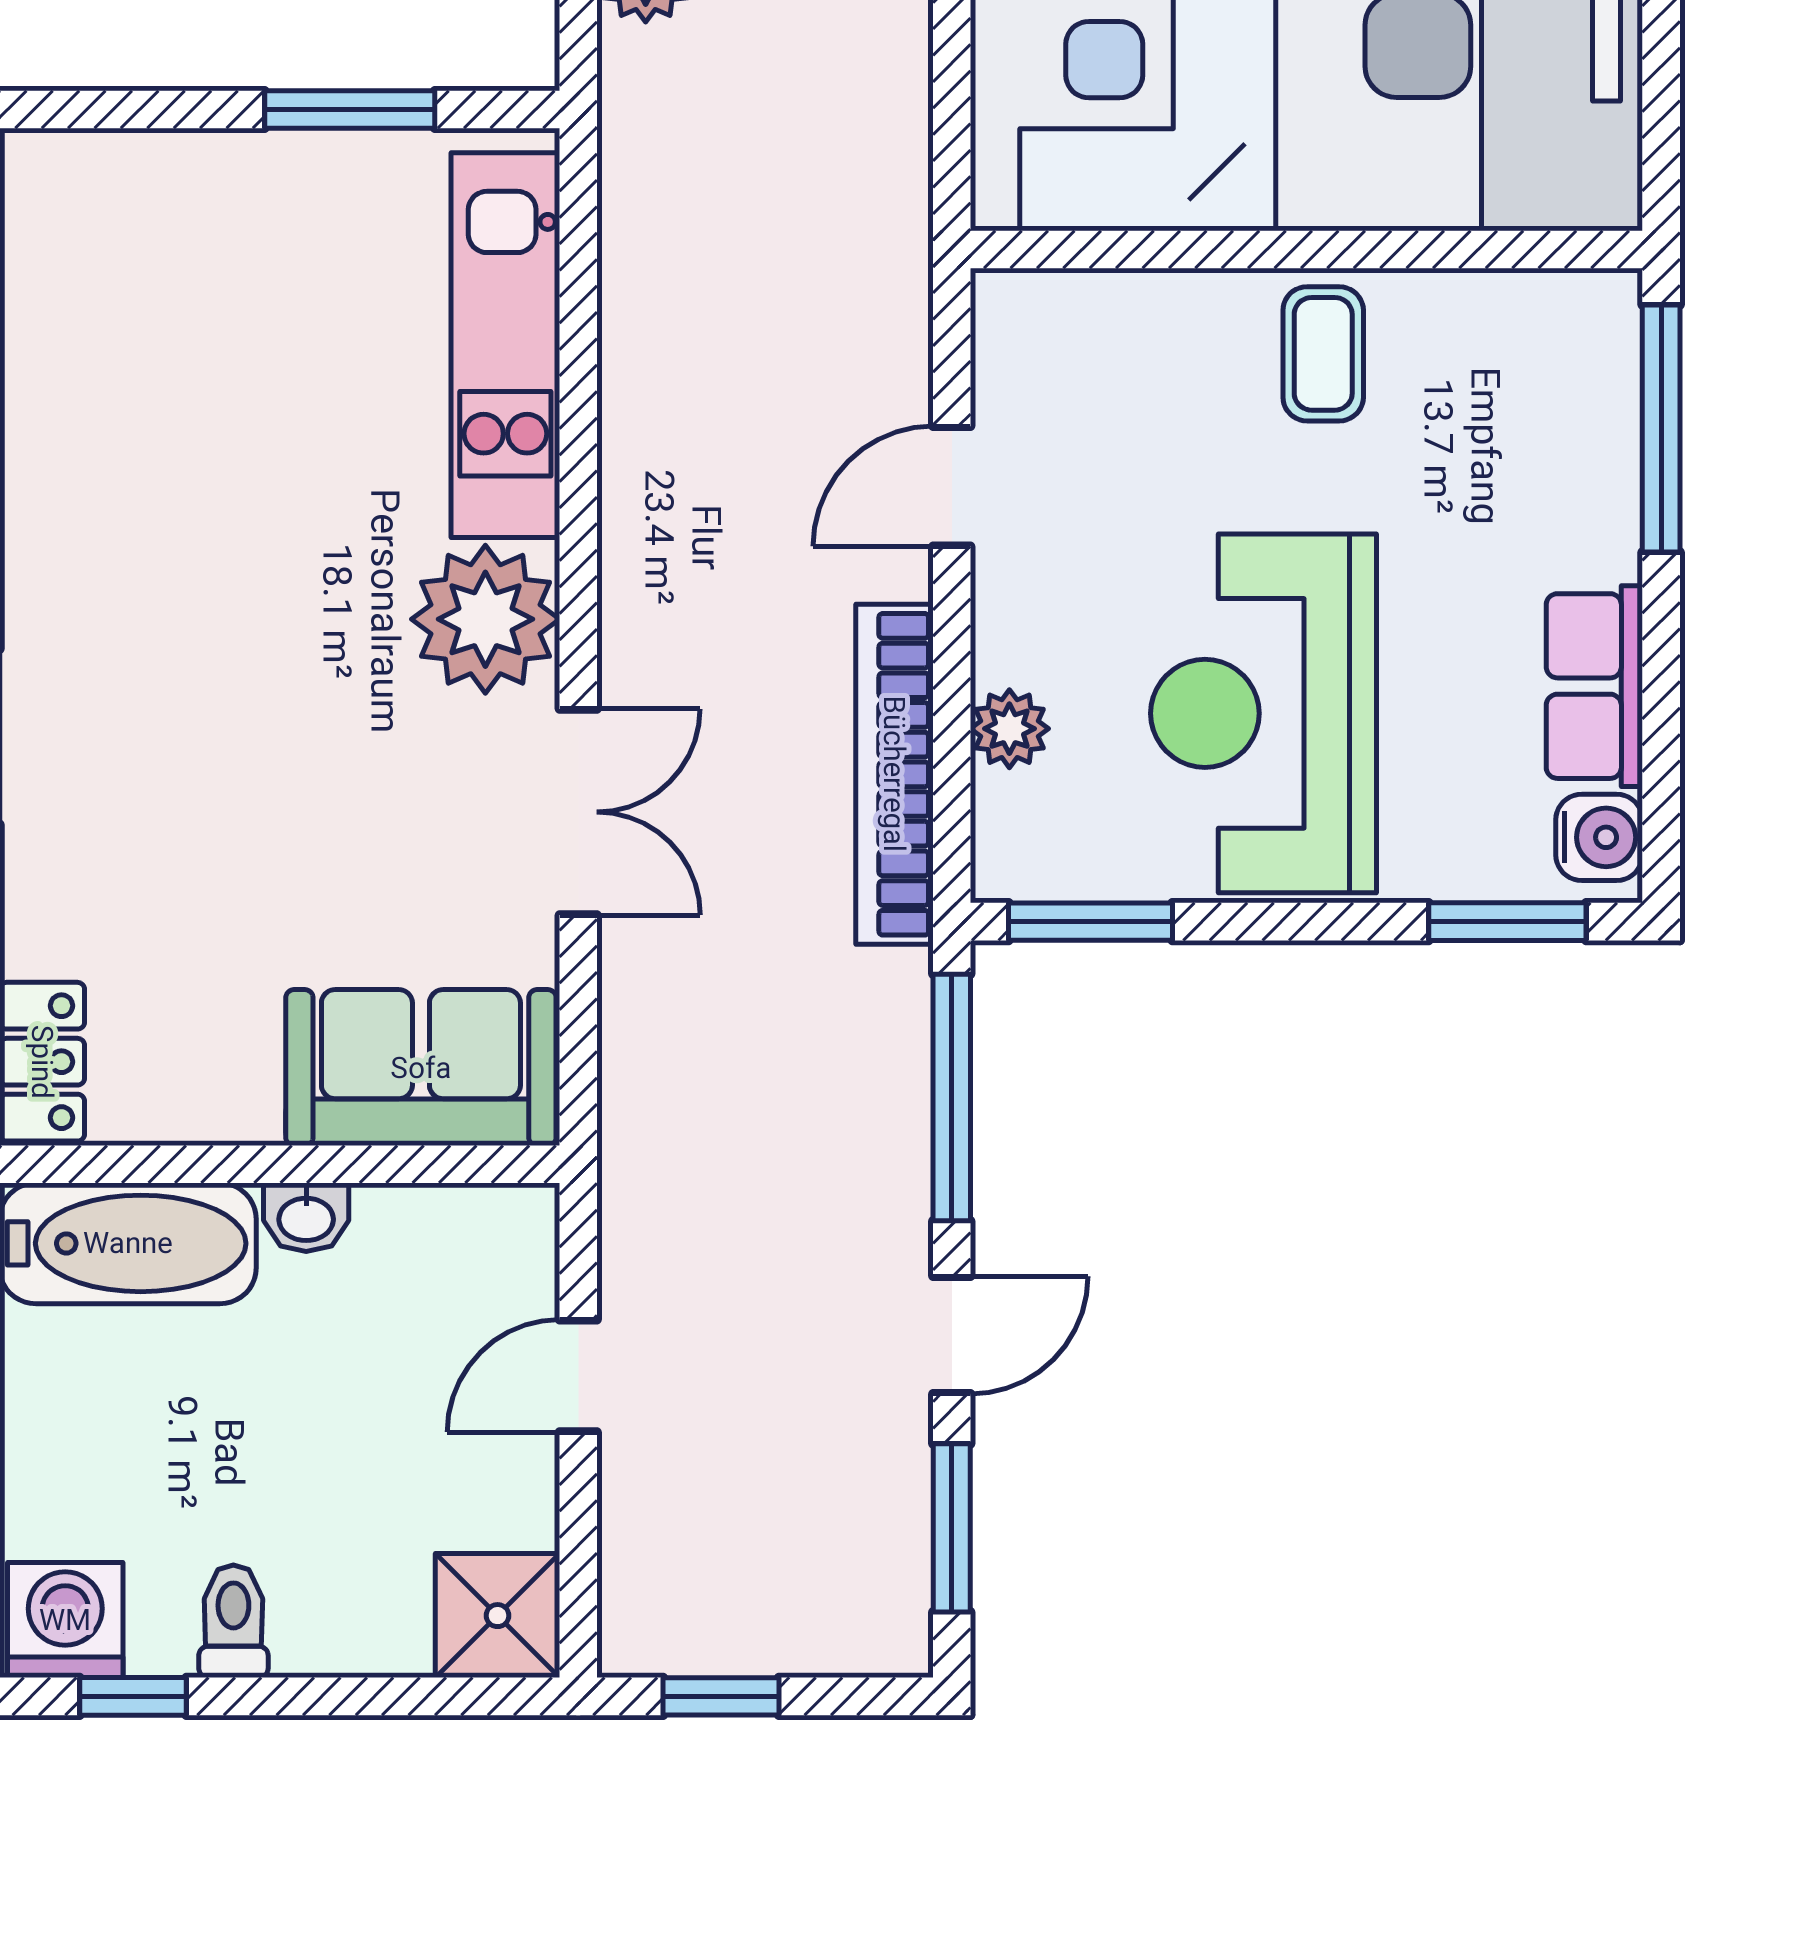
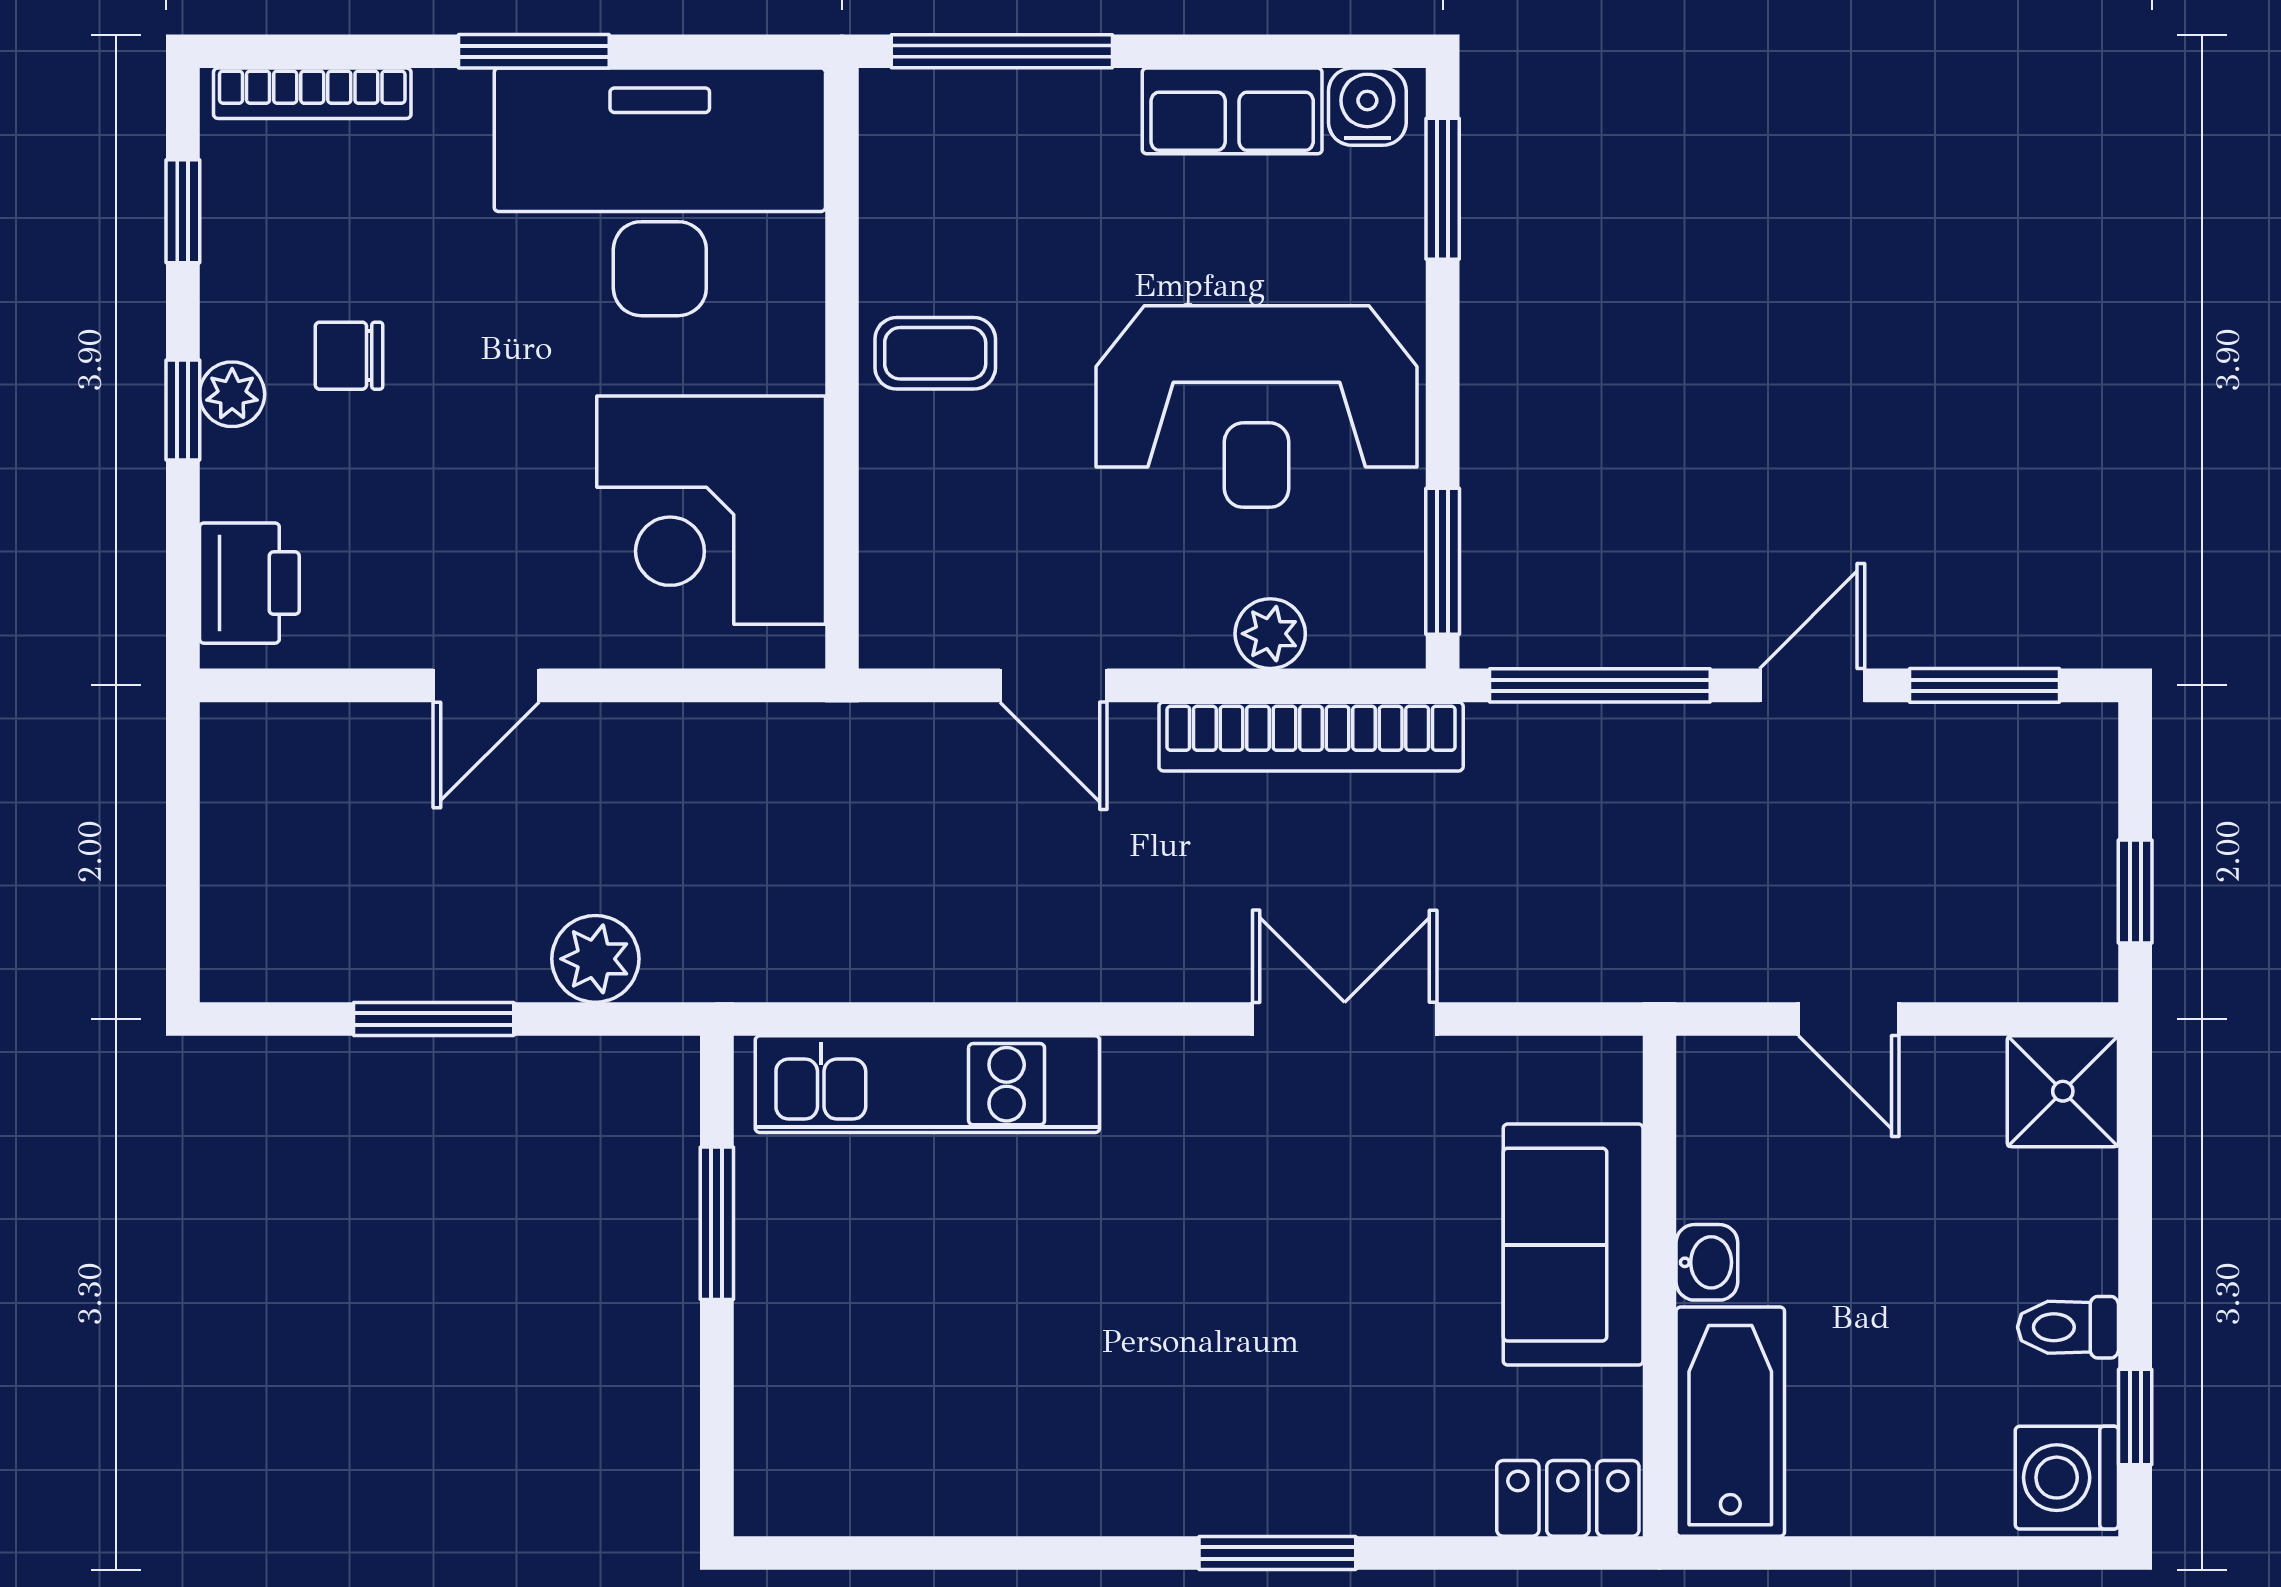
plant: (485, 619) -> (1172, 1102), removed
sofa: (421, 1068) -> (1573, 1245), moved
door: (952, 1335) -> (1812, 685), hinge flipped

